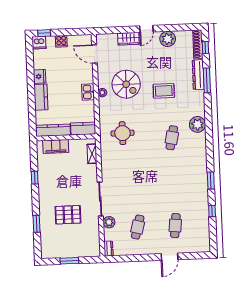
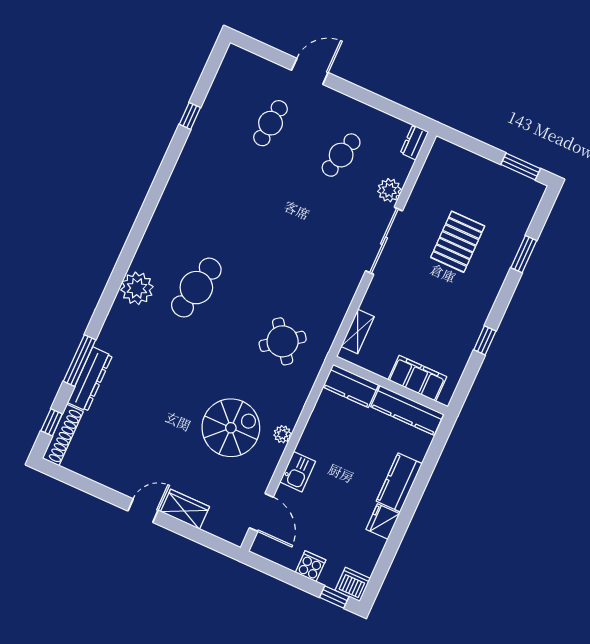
plant: (168, 39) -> (113, 473), removed
spiral stairs: (126, 84) -> (231, 428), turned 90
rug: (164, 91) -> (168, 381), removed
kitchen sink: (88, 92) -> (298, 472), moved
round table: (122, 133) -> (283, 341), turned -37
cafe table: (172, 138) -> (196, 288), width x1.37, depth x1.35
window: (211, 180) -> (164, 173), removed
pallet: (68, 215) -> (458, 242), turned 90
window: (69, 261) -> (521, 167), moved

